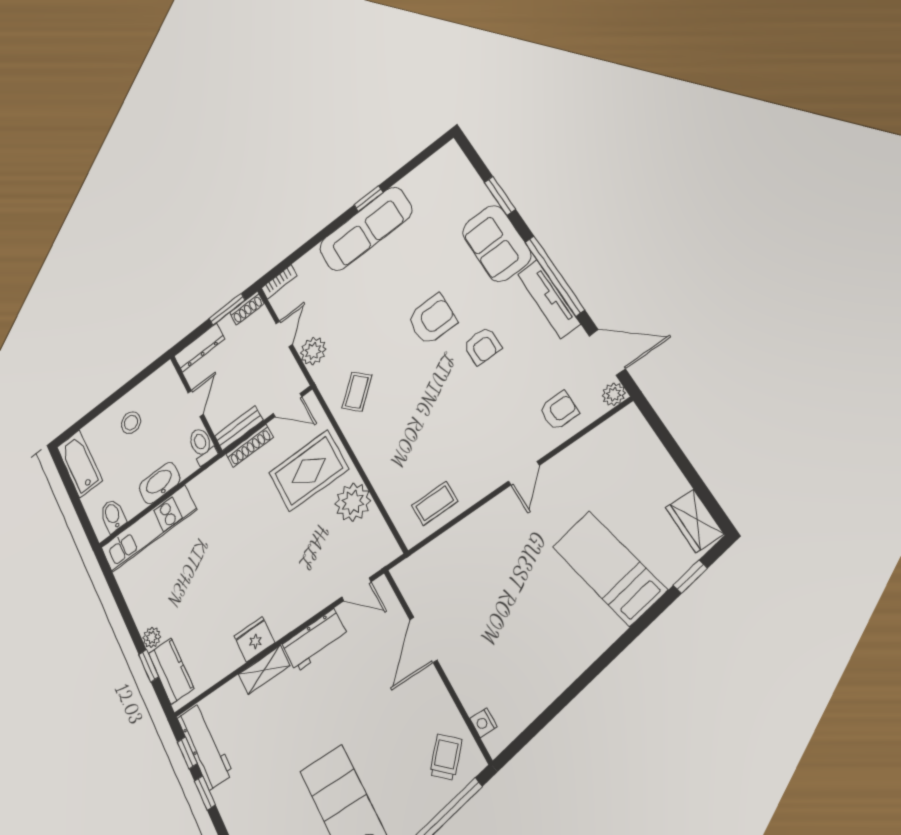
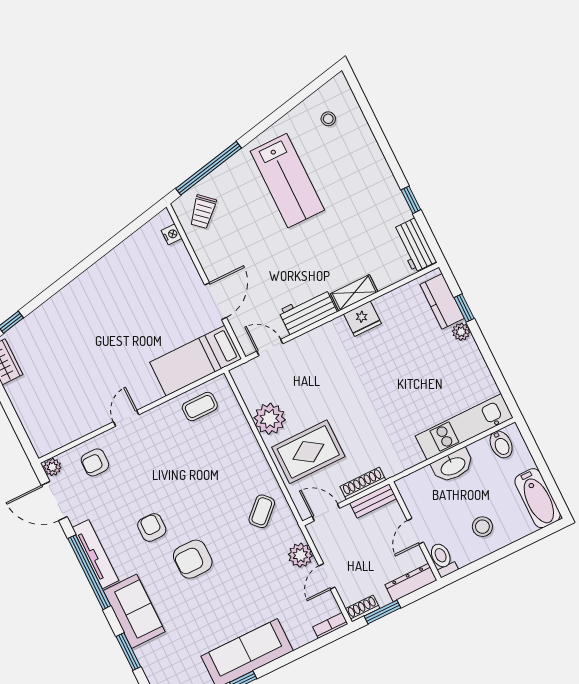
toilet: (202, 446) -> (443, 559), moved, turned 180
bed: (609, 568) -> (196, 361), moved, turned 102
workbench: (205, 746) -> (414, 245), width x0.73
window: (187, 753) -> (427, 233), removed

